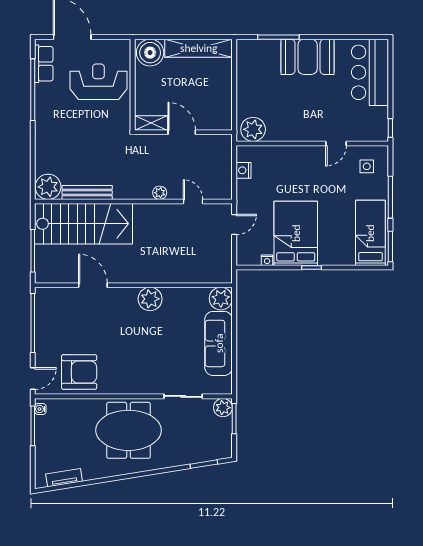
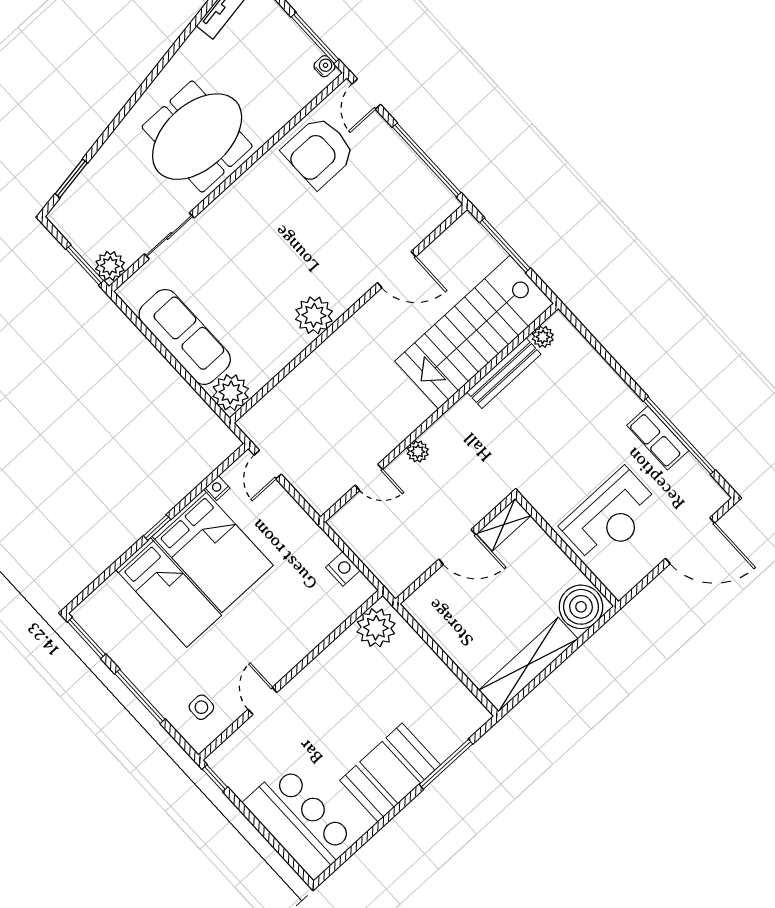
row of seats: (44, 64) -> (658, 438), moved
plant: (48, 187) -> (543, 337), width x0.53, depth x0.53
door: (234, 225) -> (268, 465), moved
bed: (370, 233) -> (169, 593), moved

